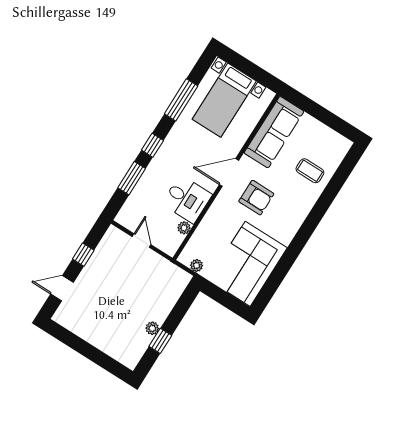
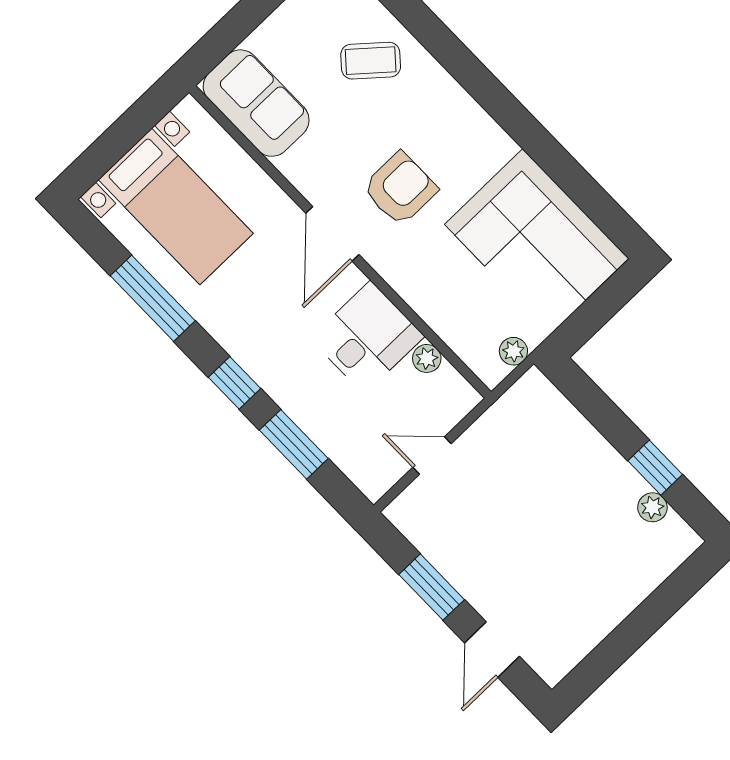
sofa: (274, 132) -> (256, 103), width x0.73
coffee table: (310, 171) -> (371, 61), turned 41
window: (83, 255) -> (432, 587), width x1.50
plant: (152, 328) -> (652, 507), moved

